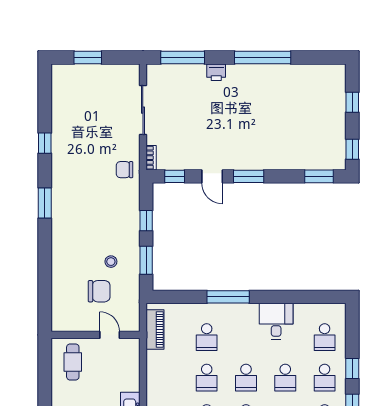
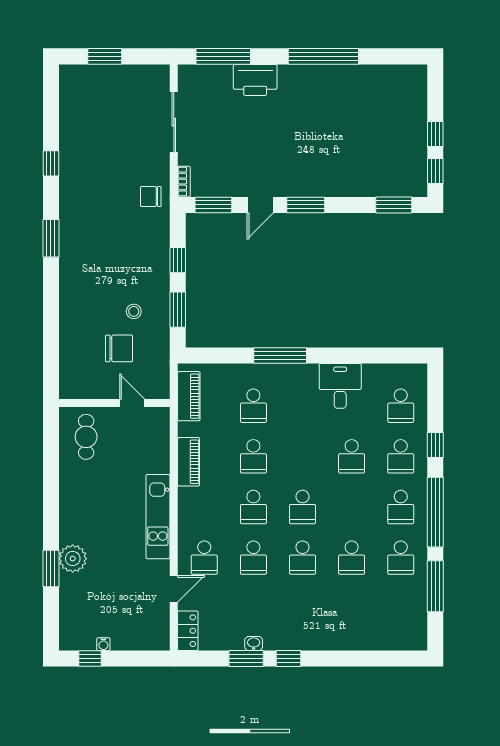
printer: (216, 72) -> (255, 80), width x1.87, depth x1.48
window: (352, 102) -> (435, 134), moved
window: (175, 176) -> (213, 205), width x1.50
door: (212, 176) -> (260, 205), hinge flipped
school desk: (246, 378) -> (303, 456), removed
piano: (155, 382) -> (189, 462), added

